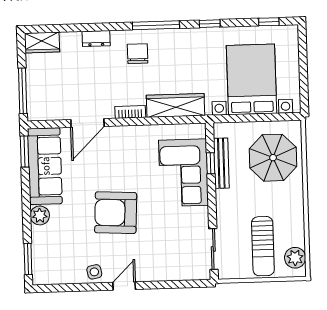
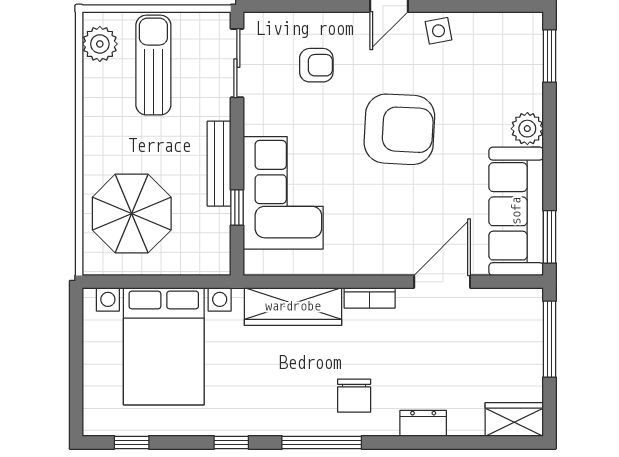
bench: (221, 163) -> (219, 164), moved
armchair: (166, 249) -> (316, 65), added

